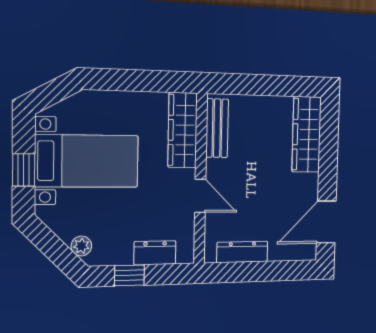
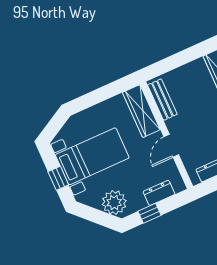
door: (200, 196) -> (171, 146), swing flipped
plant: (81, 246) -> (114, 203), width x1.87, depth x1.87

